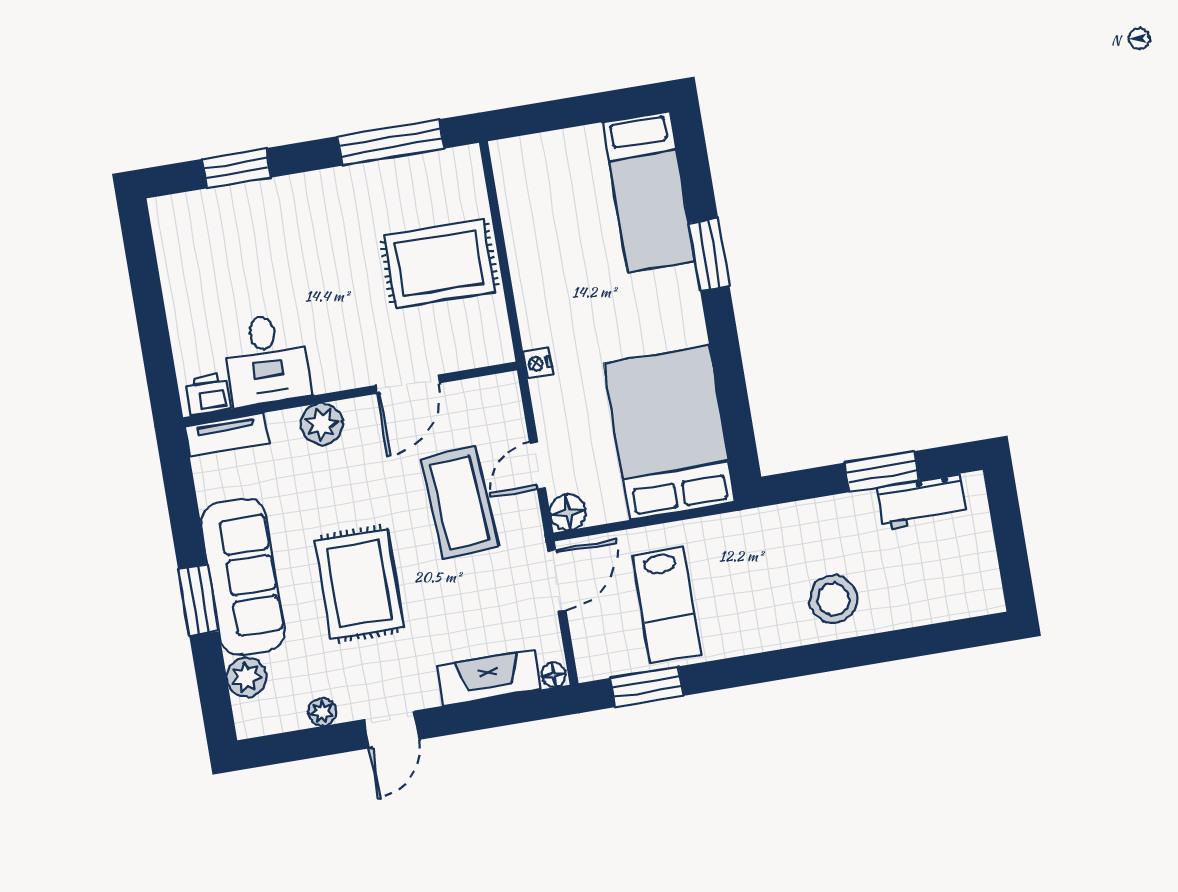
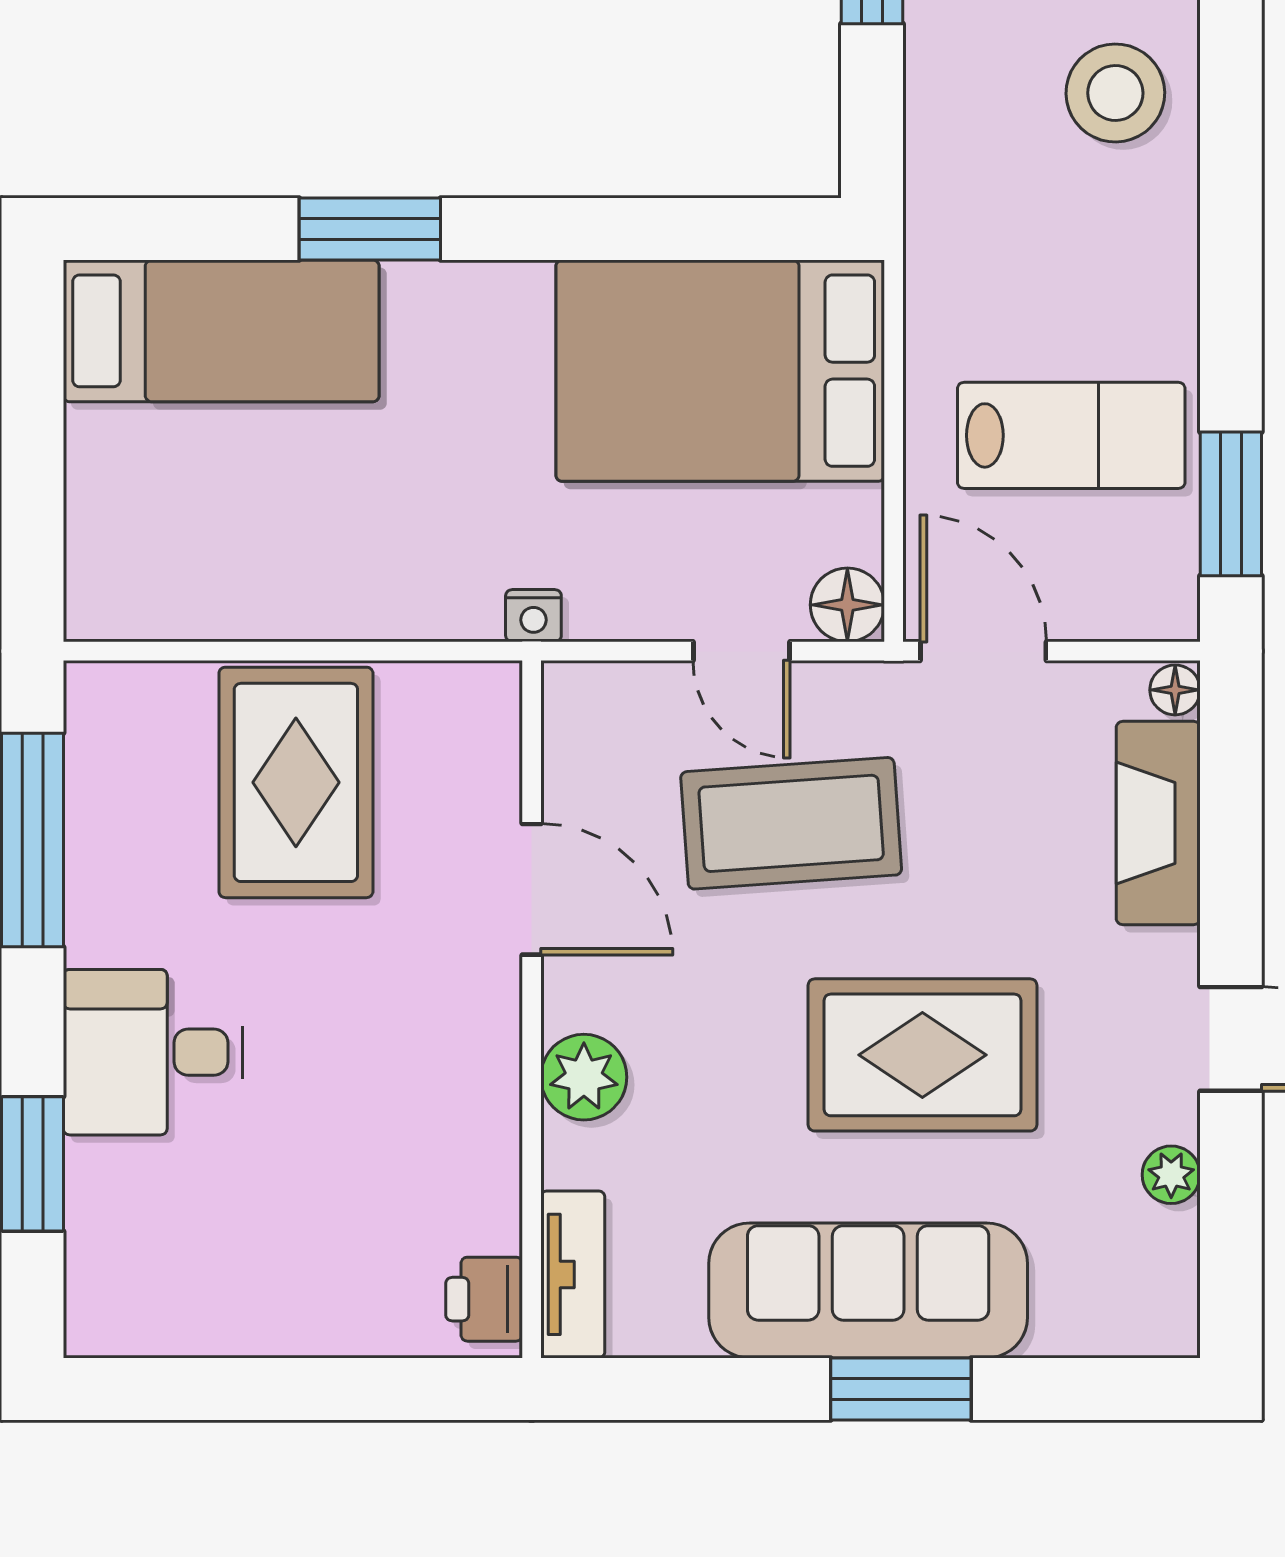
desk: (267, 359) -> (153, 1052), moved, turned 180
plant: (246, 677) -> (1074, 1317), removed

